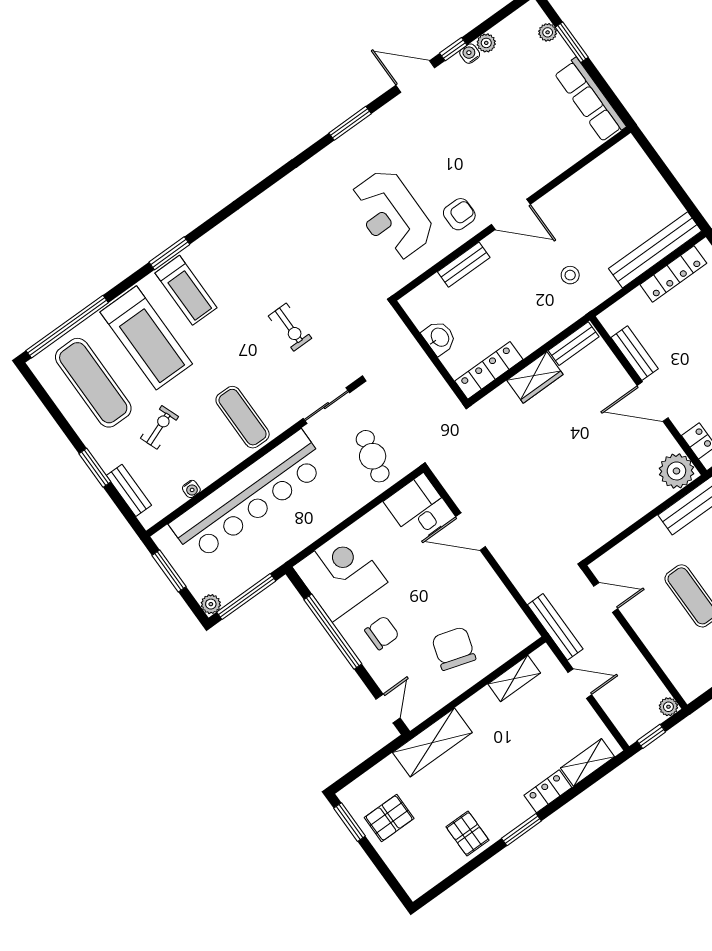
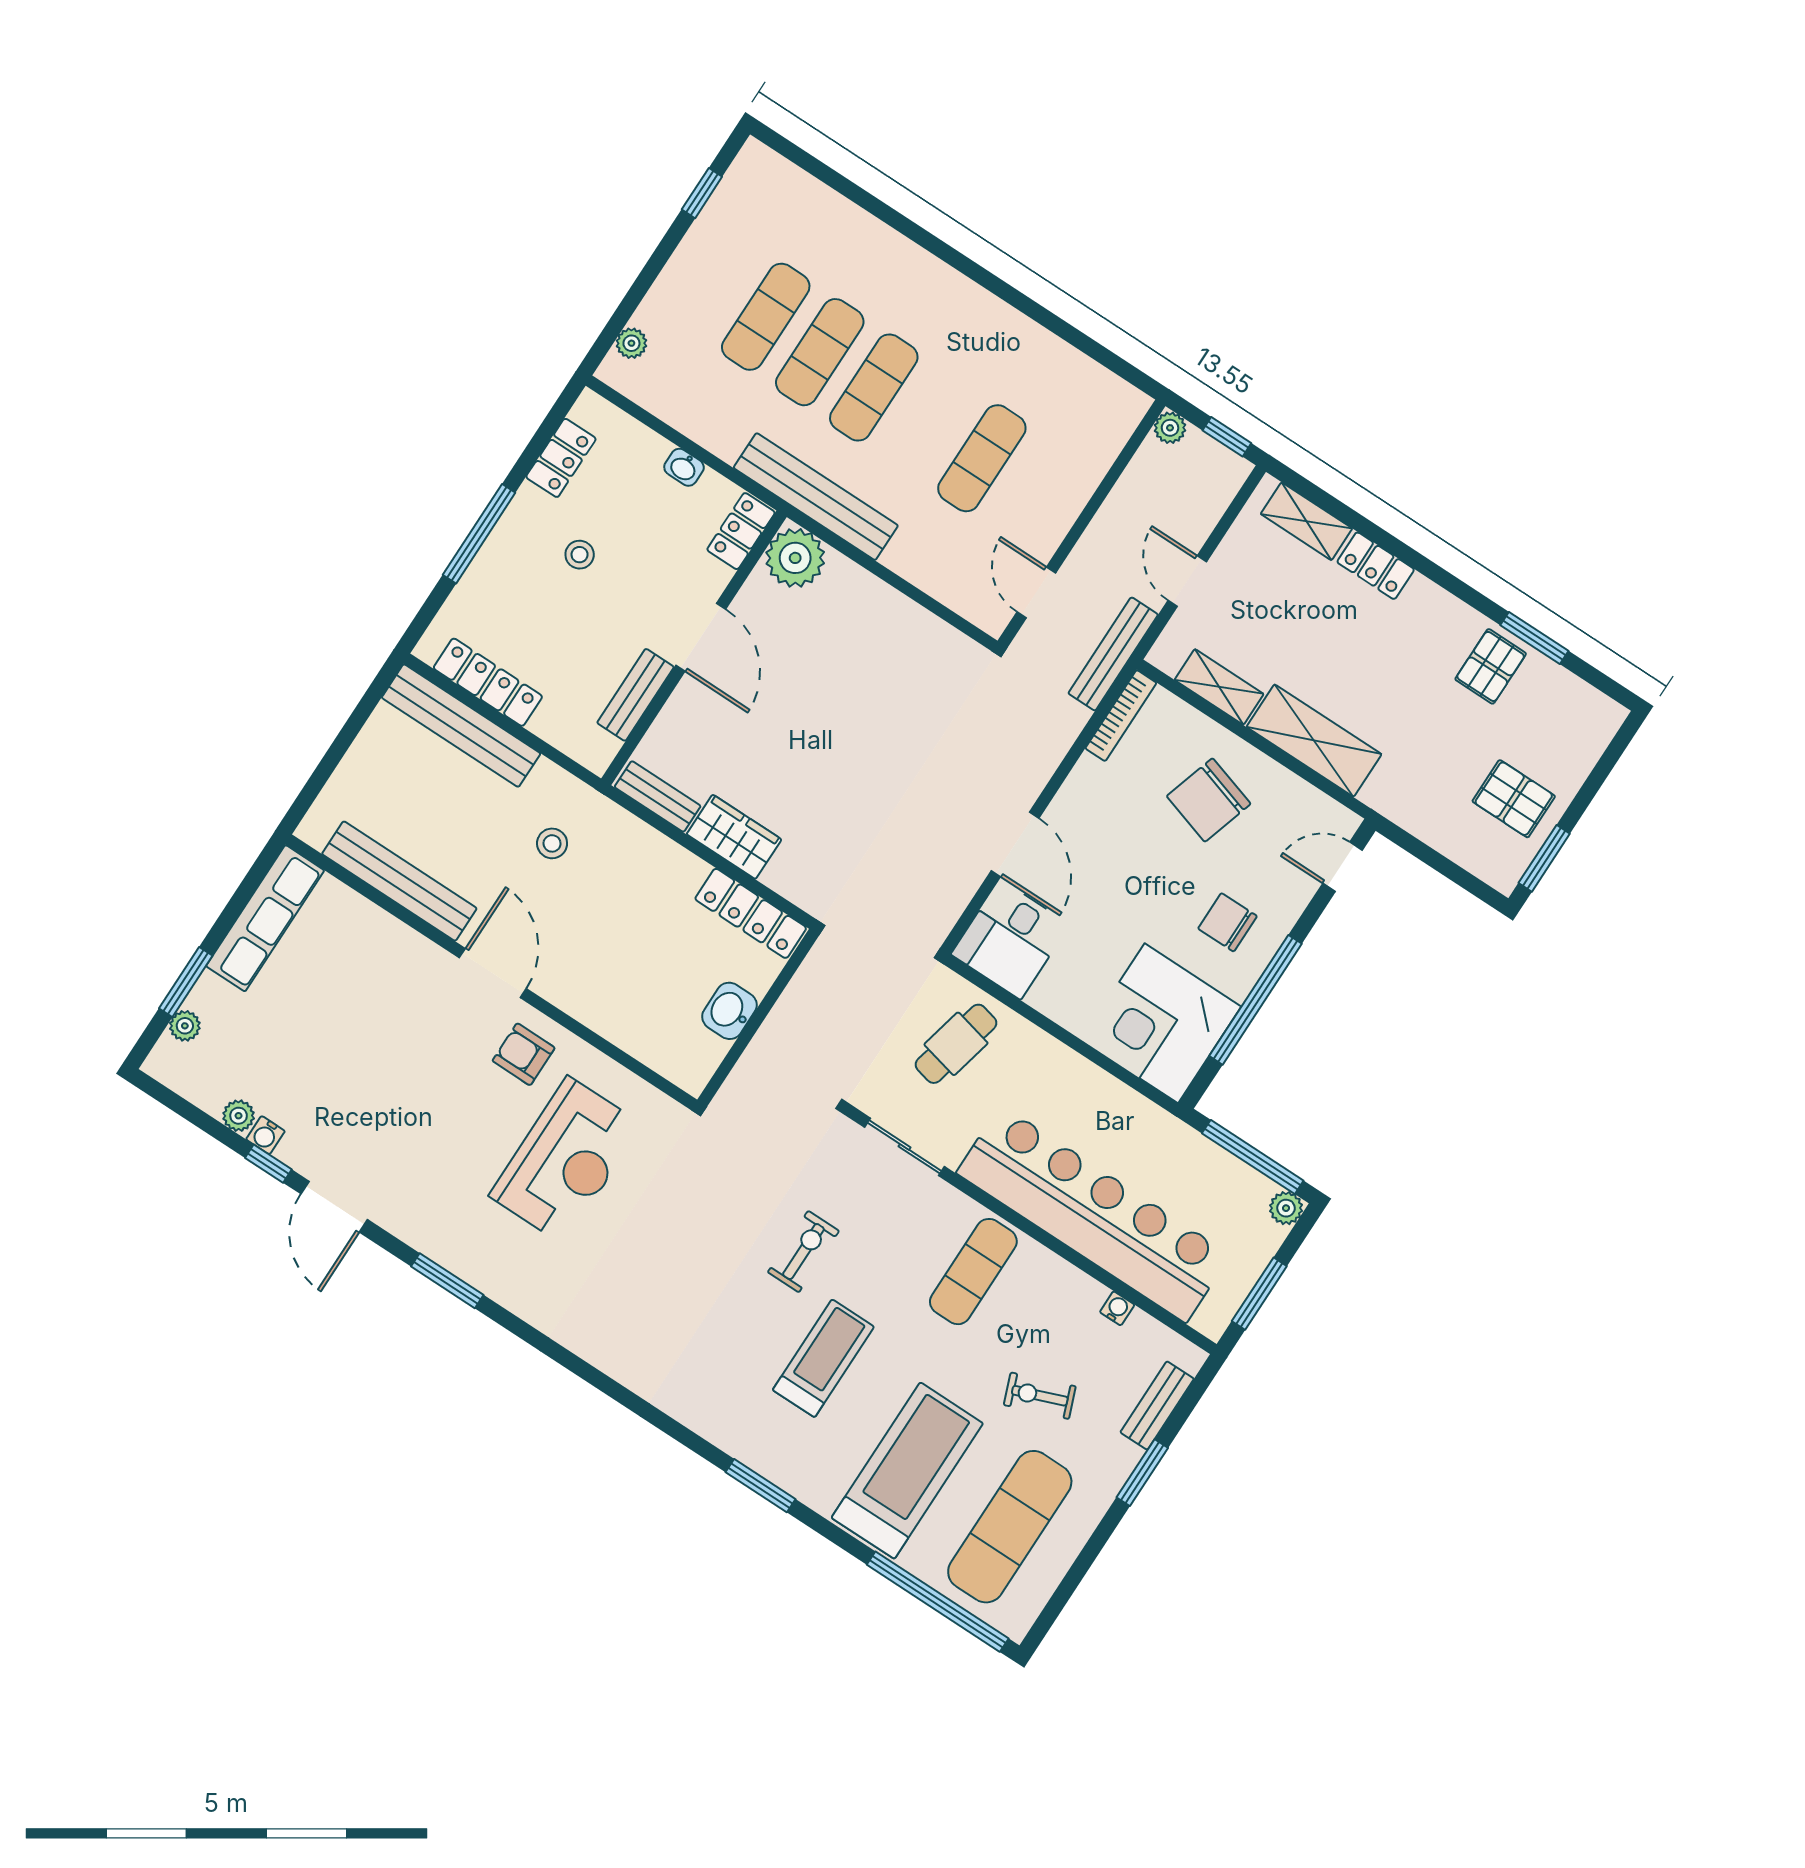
bench: (464, 265) -> (399, 881), moved, width x1.86, depth x1.21
treadmill: (186, 290) -> (823, 1358), moved
bookcase: (519, 618) -> (1121, 716), added
shelving: (432, 742) -> (1314, 741), moved
window: (521, 830) -> (1534, 638), moved

